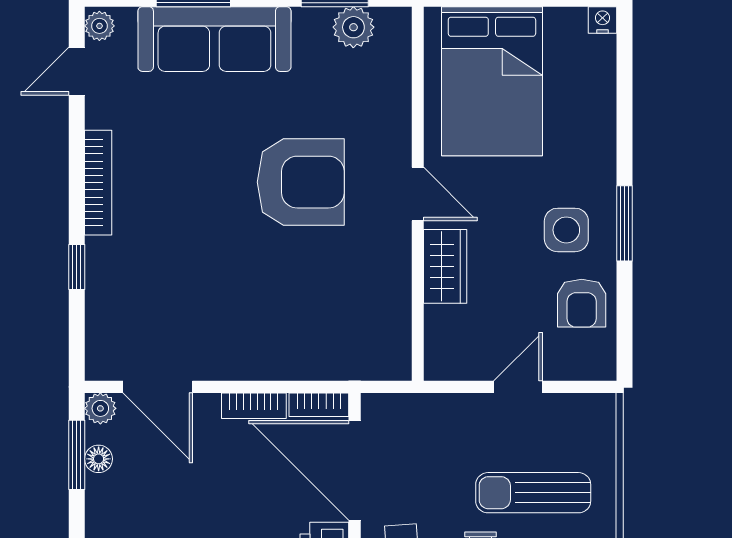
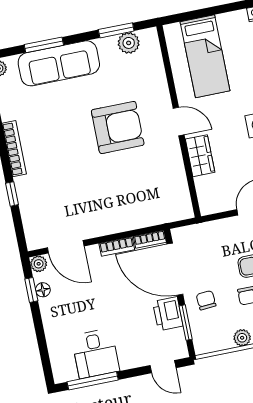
bed: (492, 81) -> (205, 56), width x0.67
window: (77, 455) -> (31, 290), width x0.67

